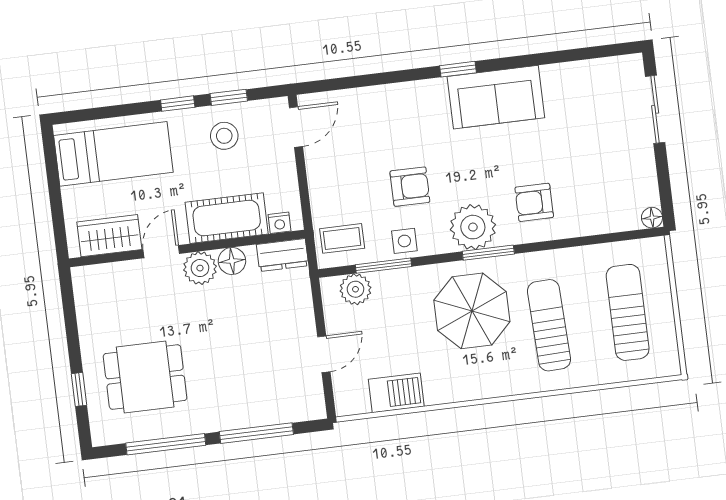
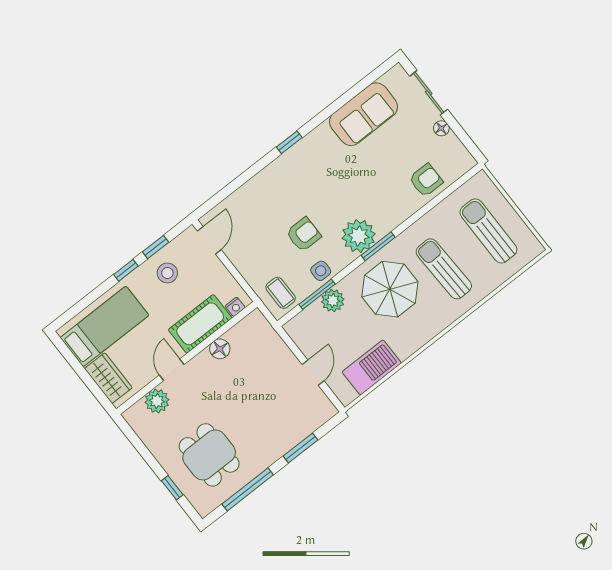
sofa: (496, 97) -> (364, 114), moved
armchair: (534, 202) -> (426, 180), moved, turned 180
floor lamp: (652, 218) -> (441, 128), moved
wardrobe: (109, 236) -> (108, 378), moved, turned 90
coffee table: (342, 238) -> (281, 293), turned 90
dresser: (283, 255) -> (249, 326), removed
plant: (200, 268) -> (157, 401), moved
plant: (355, 289) -> (333, 301), moved
dining table: (145, 377) -> (209, 455), turned 90
barbecue: (396, 393) -> (372, 367), width x1.37, depth x1.21
window: (256, 433) -> (300, 448), width x0.69

